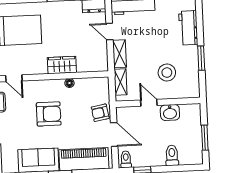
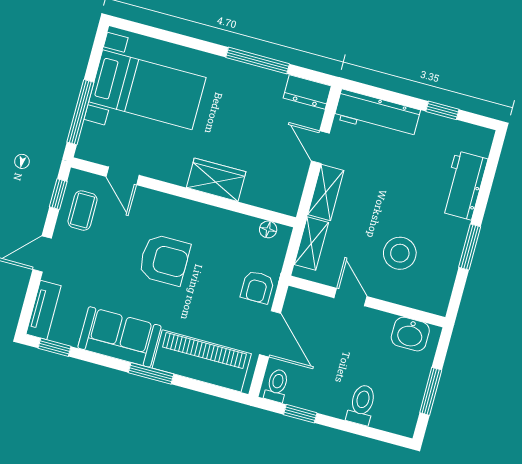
floor lamp: (69, 83) -> (268, 229), moved
washbasin: (170, 112) -> (410, 334), moved
armchair: (100, 113) -> (257, 287), turned -80

